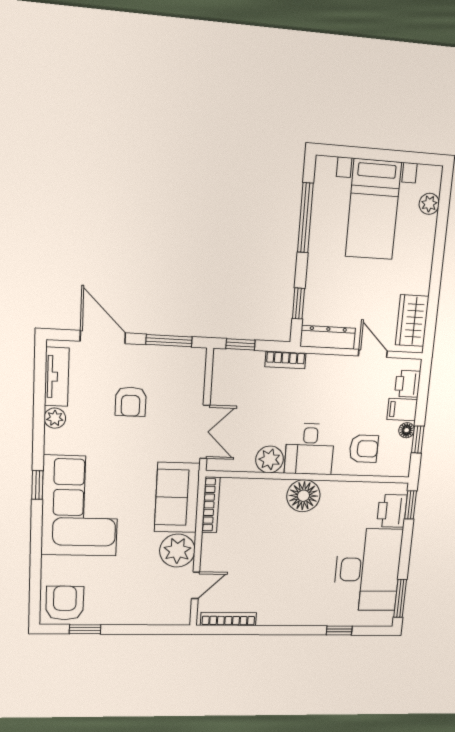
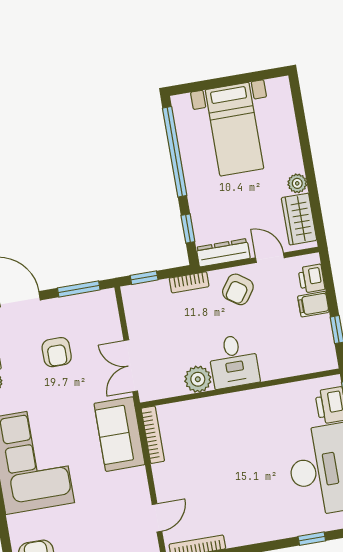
plant: (429, 204) -> (297, 183), moved
window: (305, 218) -> (175, 152), width x1.46
floor lamp: (407, 430) -> (323, 323), removed
double door: (205, 432) -> (131, 366), swing flipped
armchair: (364, 449) -> (238, 289), moved, turned 125
floor lamp: (303, 496) -> (240, 408), removed
plant: (177, 551) -> (132, 486), removed

